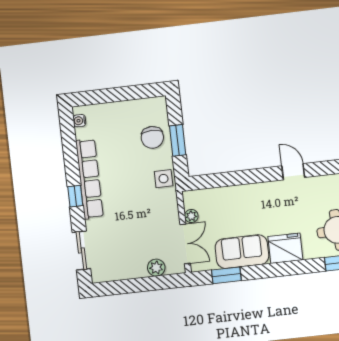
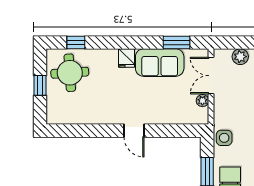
door: (293, 172) -> (134, 131), moved
fridge: (285, 248) -> (126, 58), width x0.53, depth x0.75

